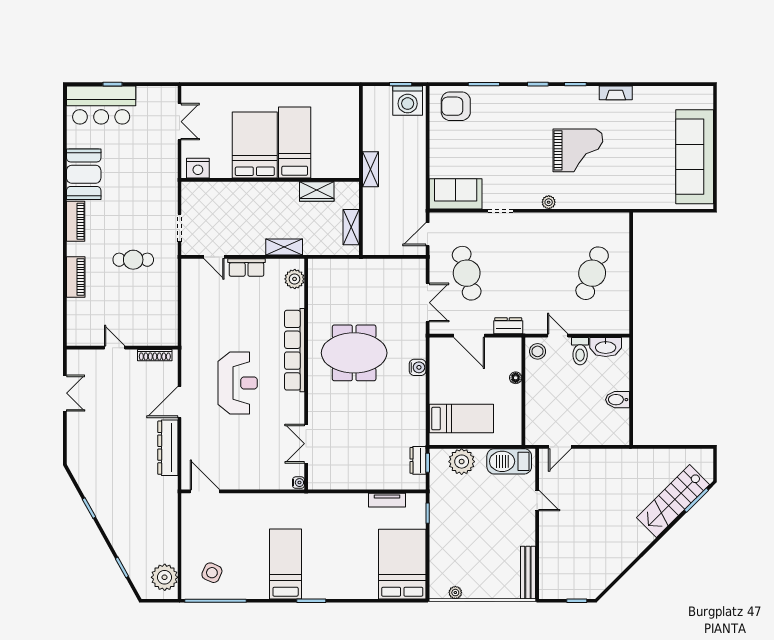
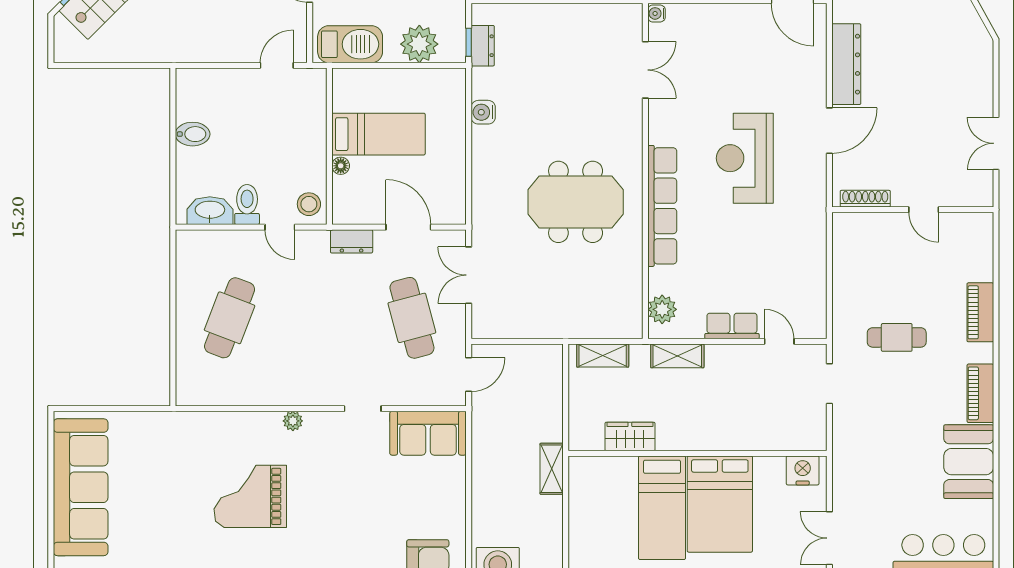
shelving: (351, 227) -> (603, 356), moved, turned 90
water cooler: (418, 367) -> (483, 112), moved
bed: (461, 419) -> (379, 134), moved, turned 180

